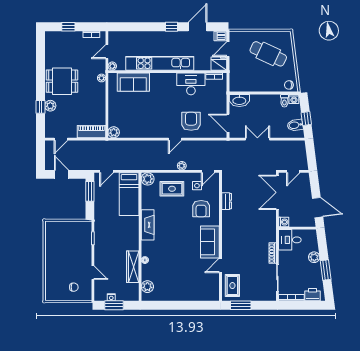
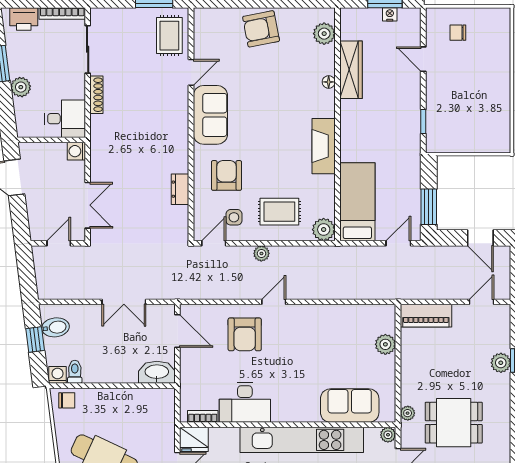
dining table: (62, 81) -> (454, 423), moved
plant: (114, 132) -> (385, 344), moved
double door: (277, 192) -> (88, 205), width x0.73
armchair: (182, 289) -> (261, 29), added

